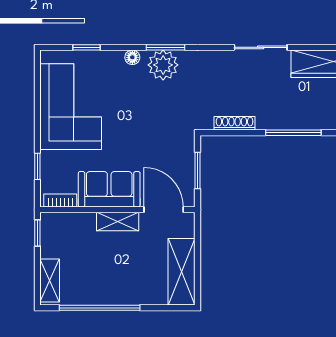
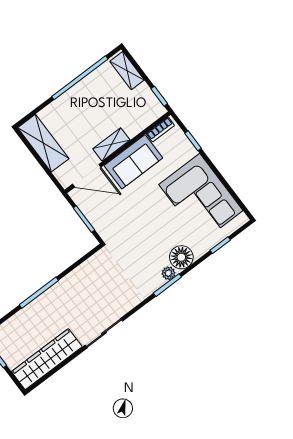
floor lamp: (132, 57) -> (181, 257), width x1.89, depth x1.89
plant: (163, 65) -> (168, 273), width x0.53, depth x0.53
shoe rack: (235, 123) -> (83, 269), removed

